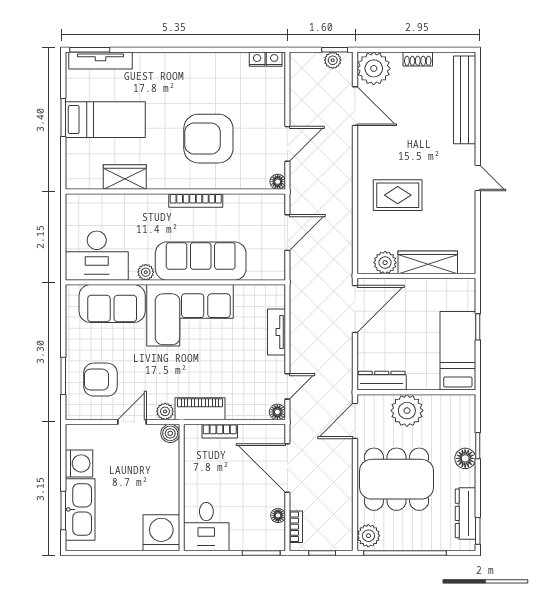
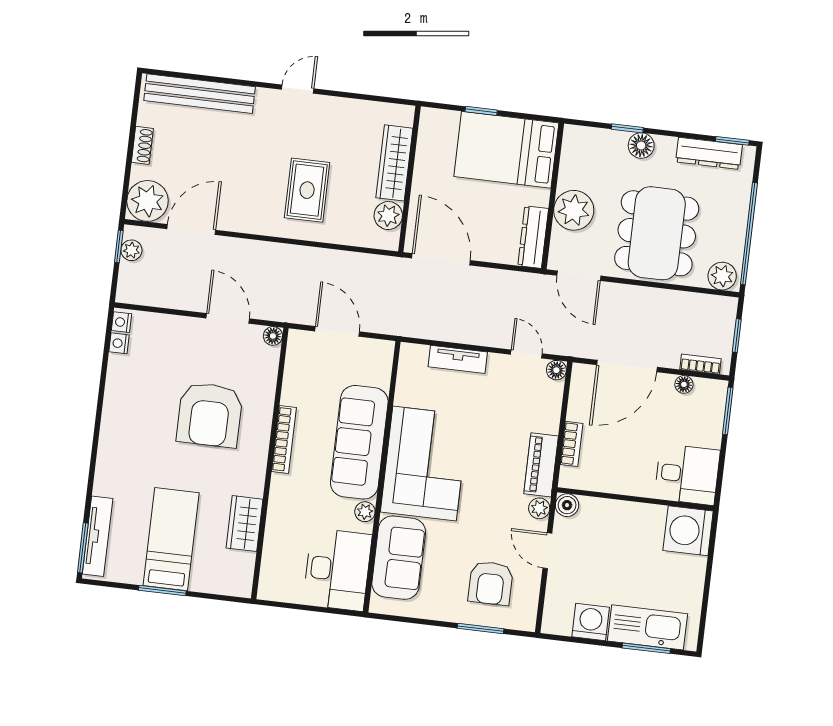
bed: (458, 351) -> (506, 150), width x1.50

